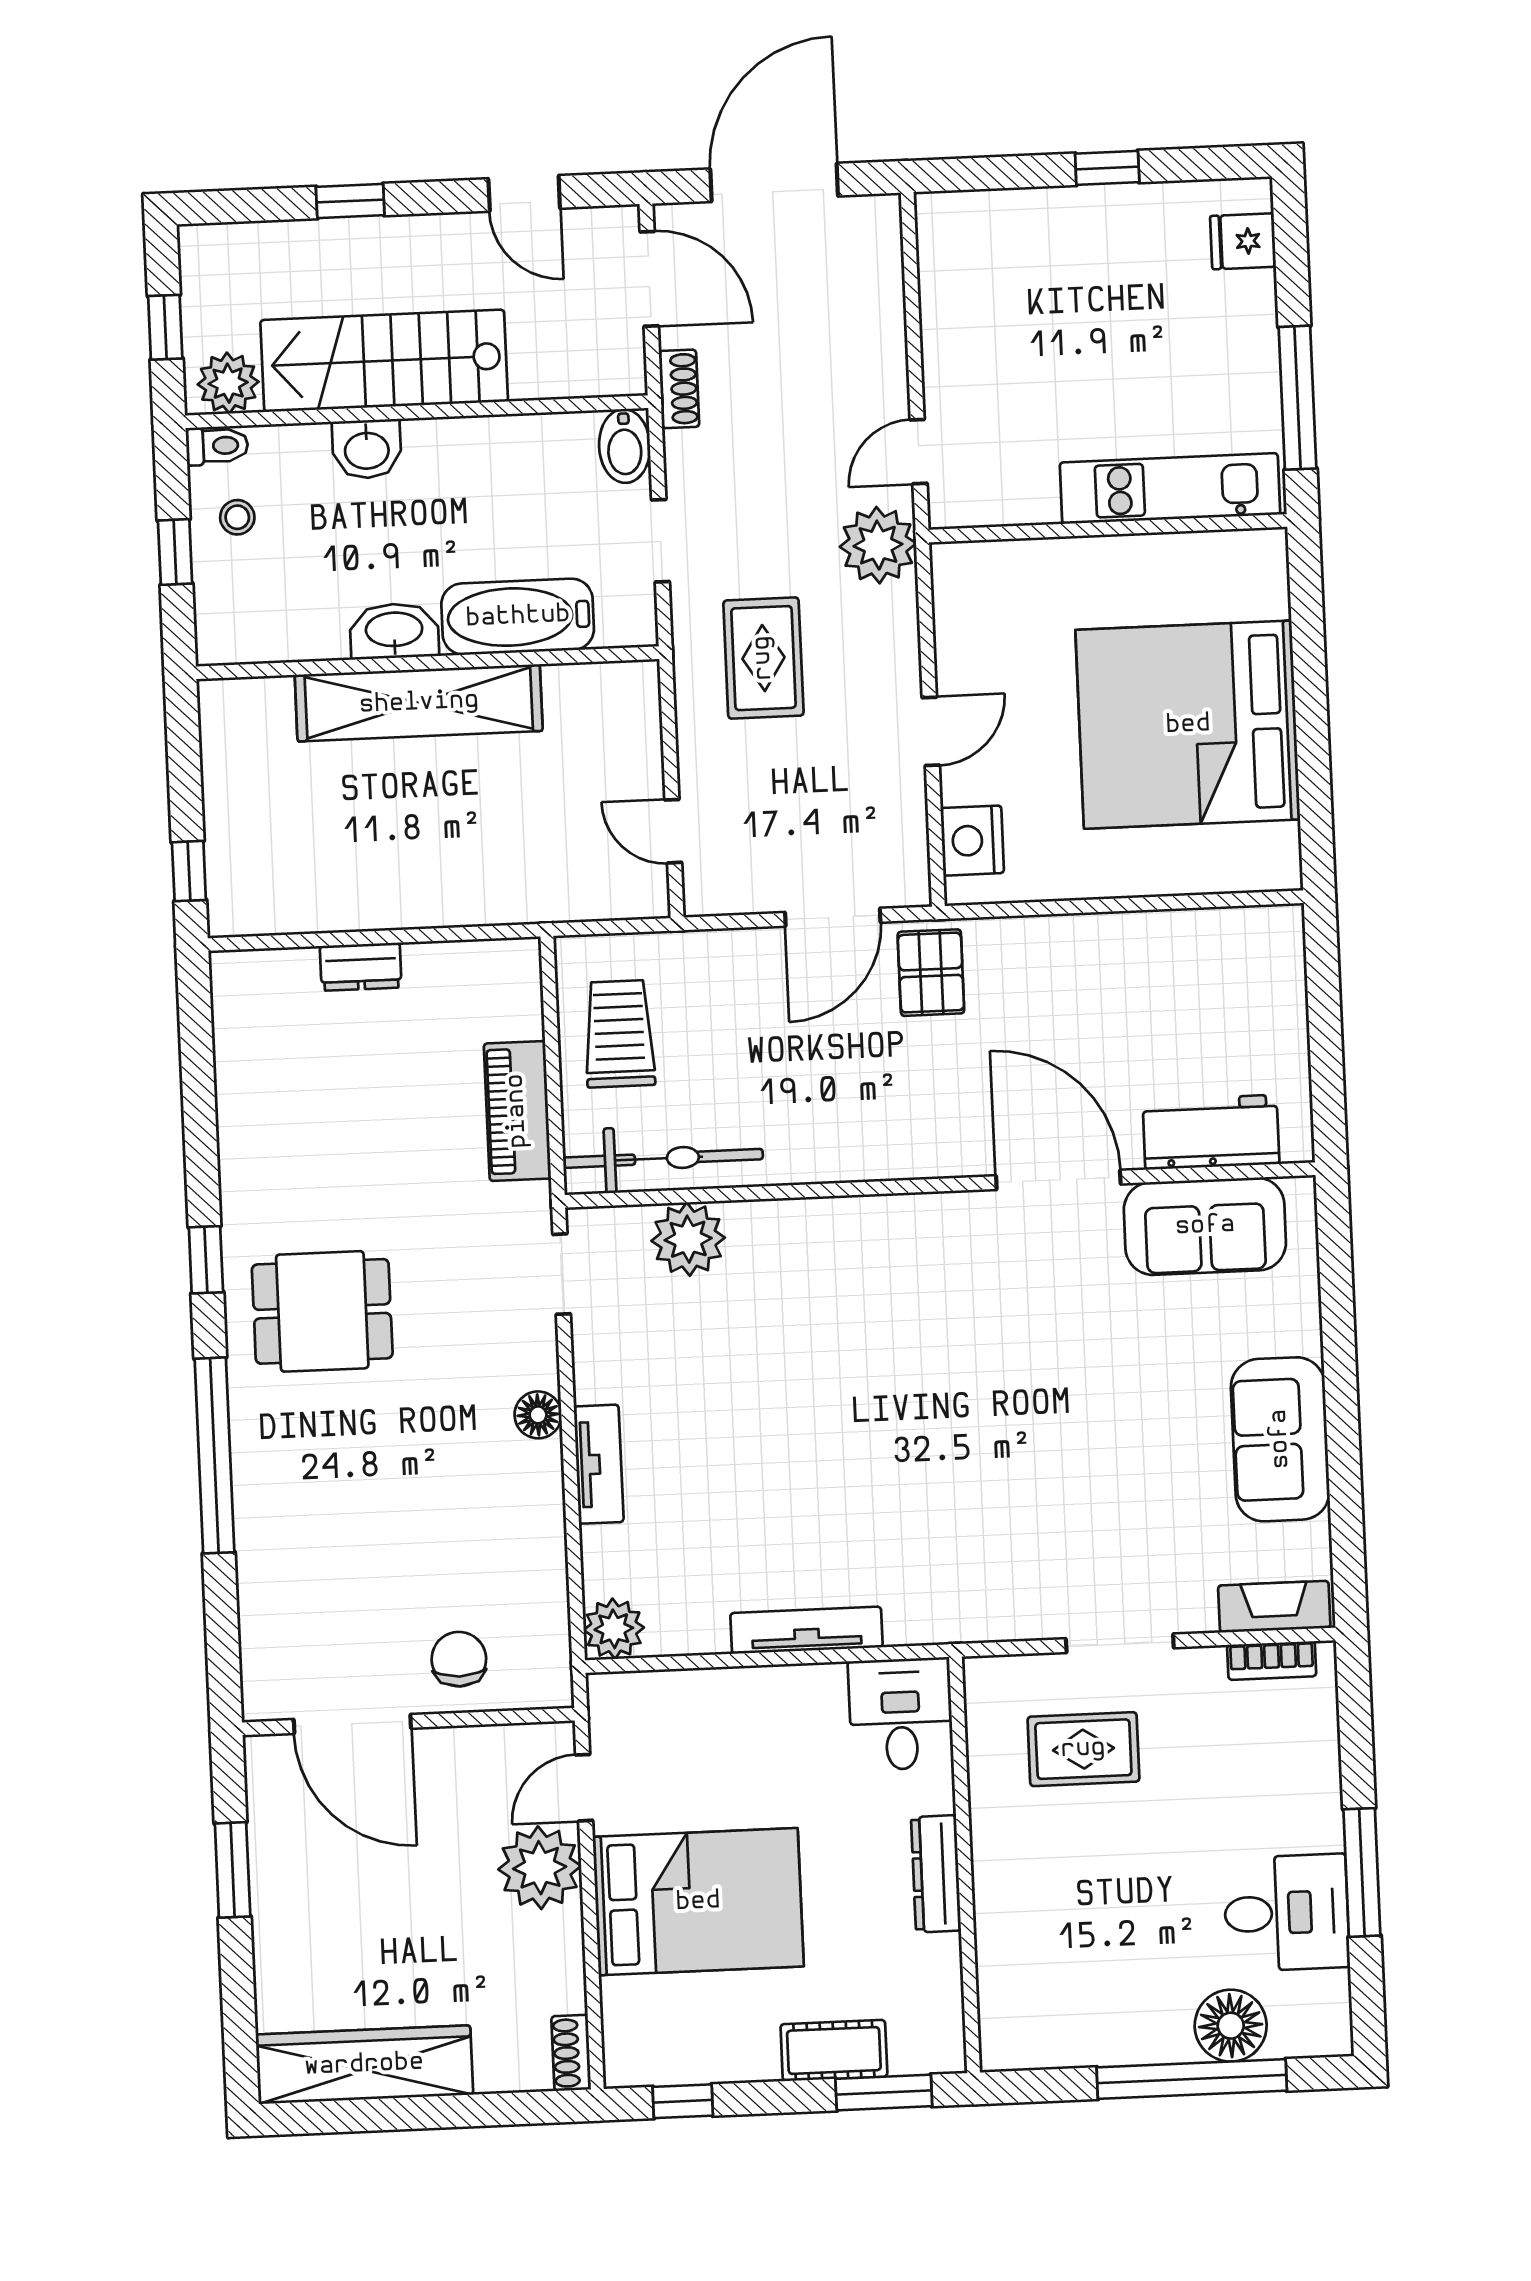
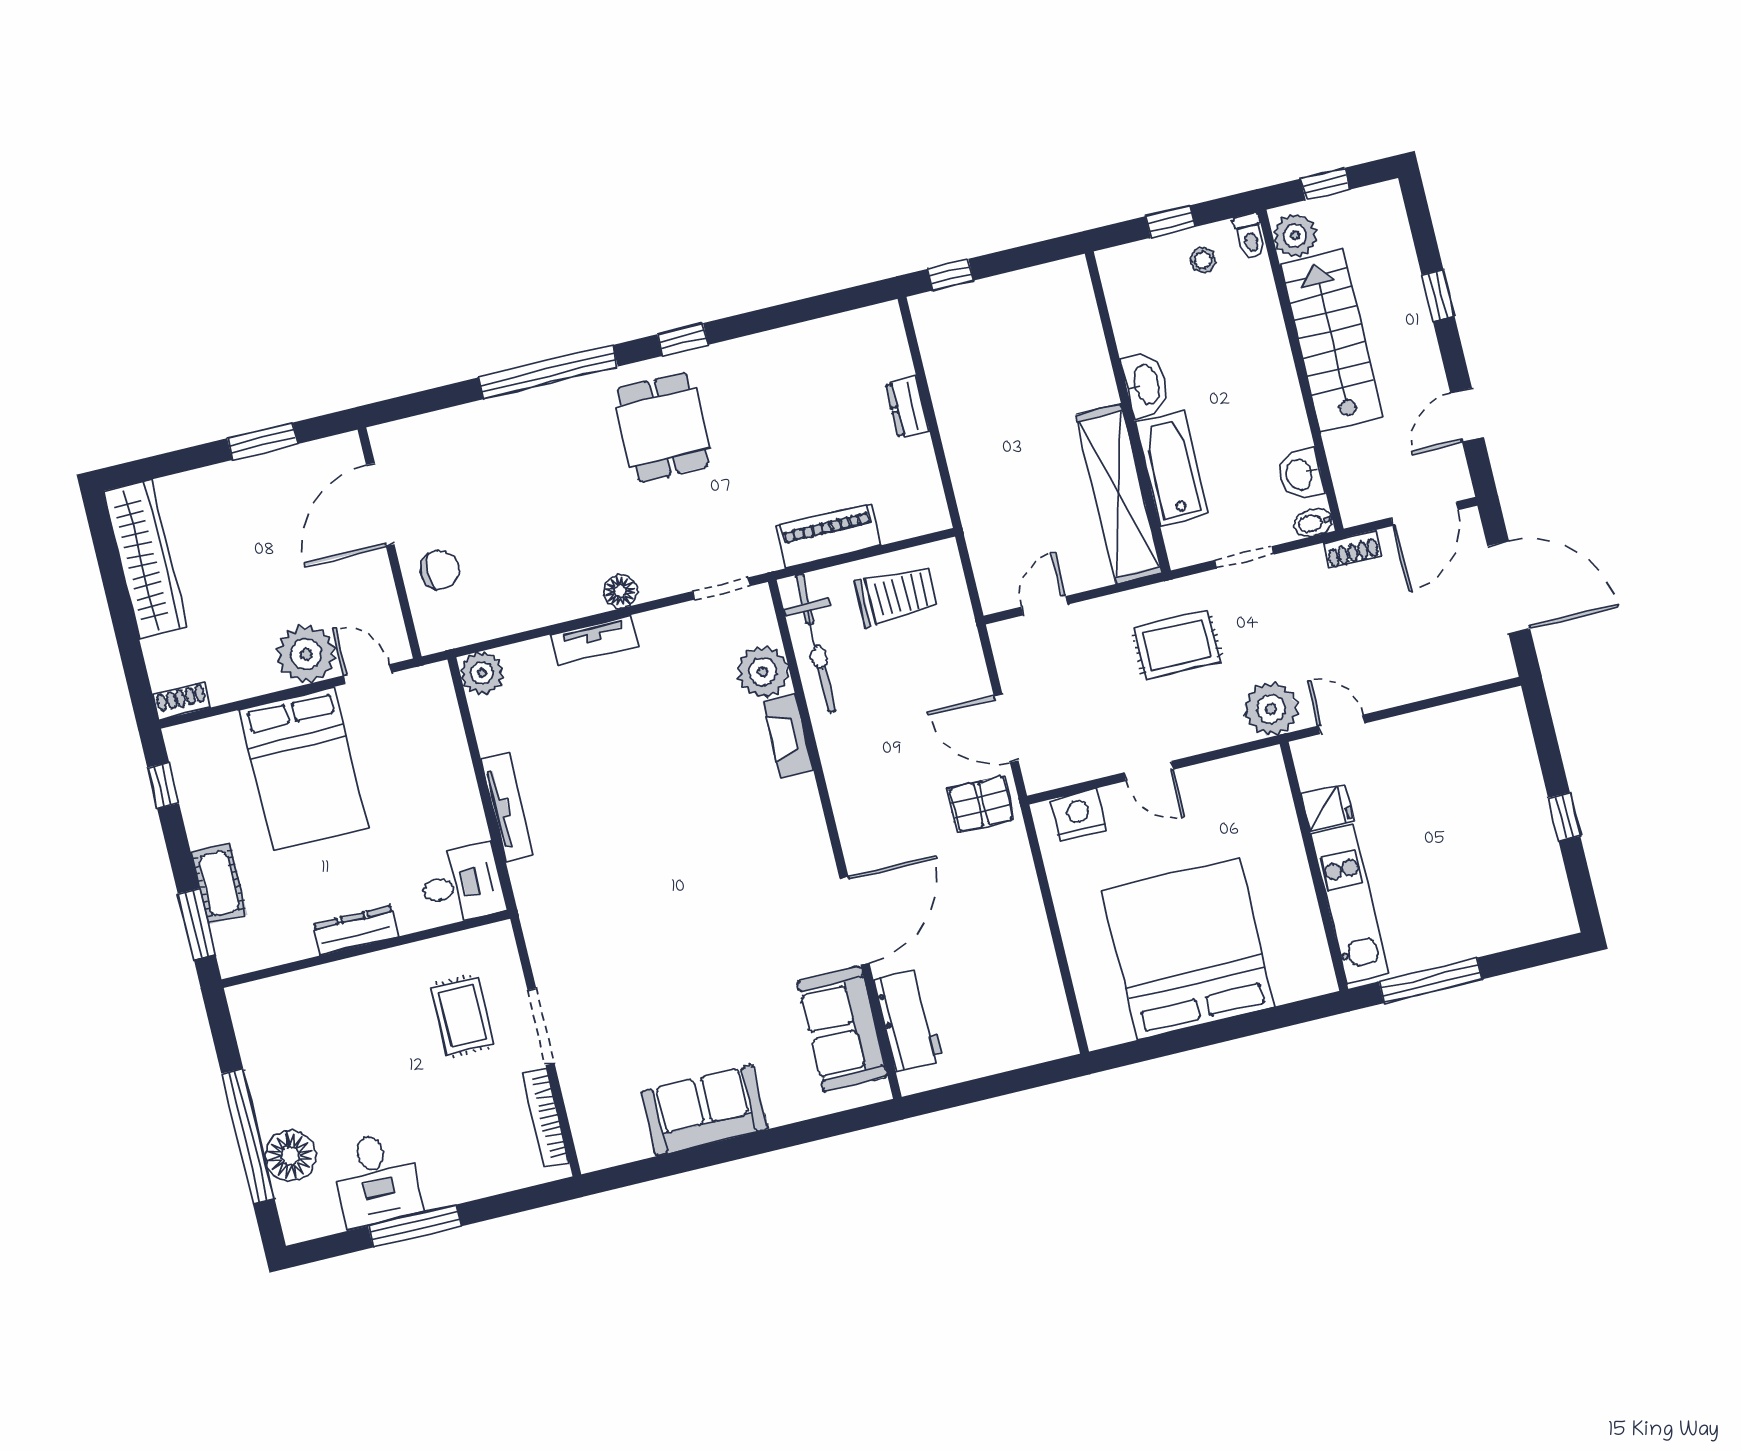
fridge: (1243, 241) -> (1328, 808), moved, turned 90
bidet: (625, 446) -> (1313, 523), width x0.72, depth x0.74
washbasin: (367, 449) -> (1300, 474), moved
shelving: (419, 703) -> (1119, 494), moved
fireplace: (1274, 1607) -> (788, 736), moved, turned 180
bookcase: (1272, 1661) -> (546, 1118), width x1.56

